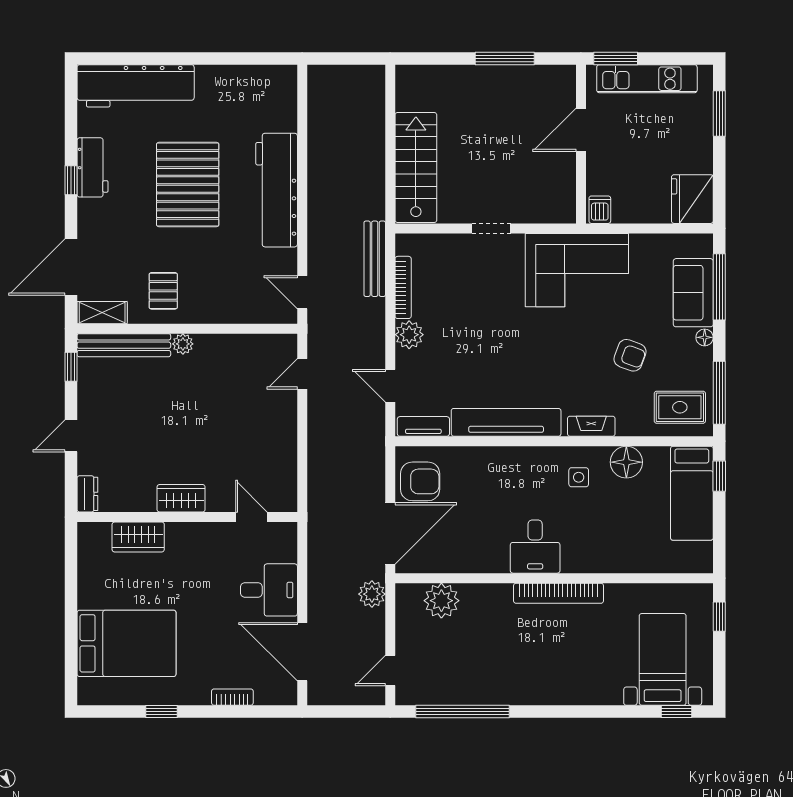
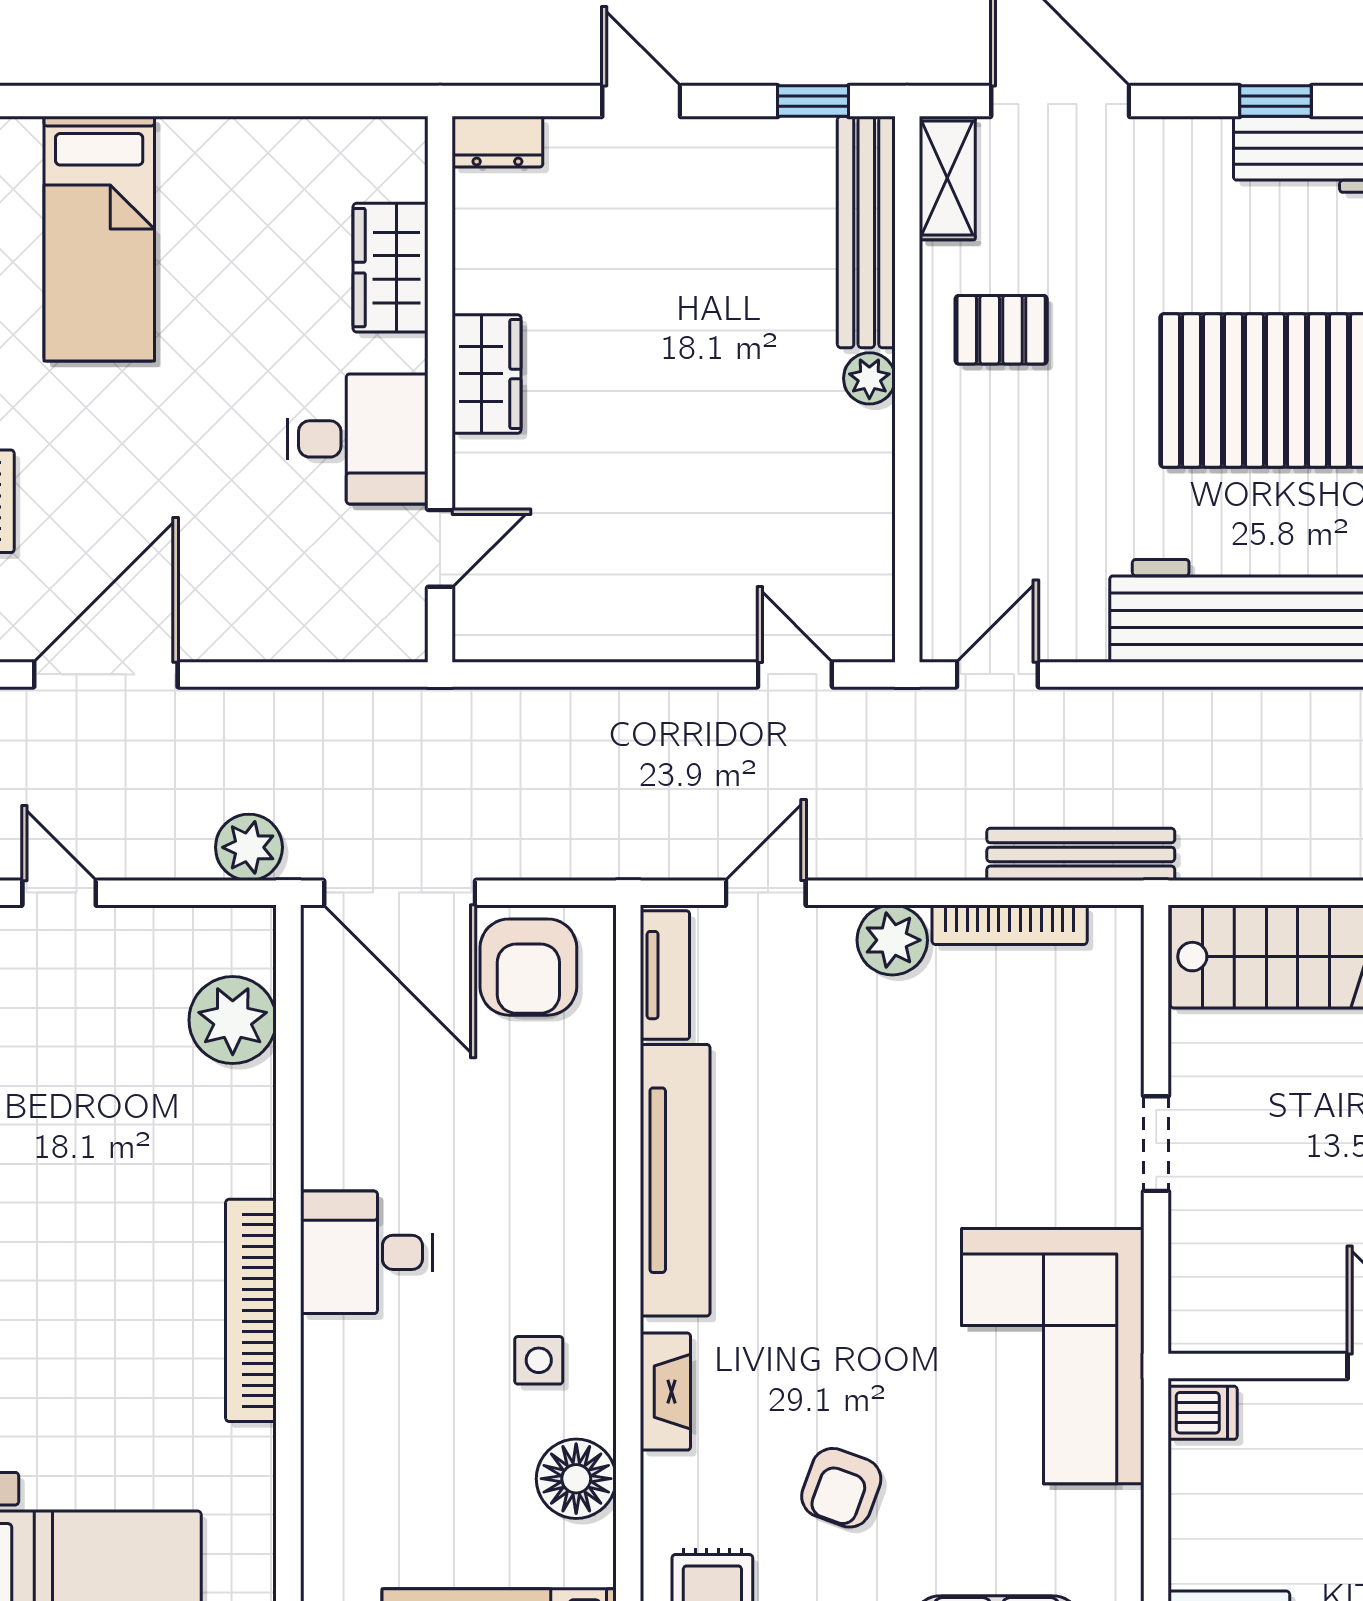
desk: (269, 590) -> (358, 439), moved, turned -90
bed: (127, 643) -> (99, 239), width x0.67

